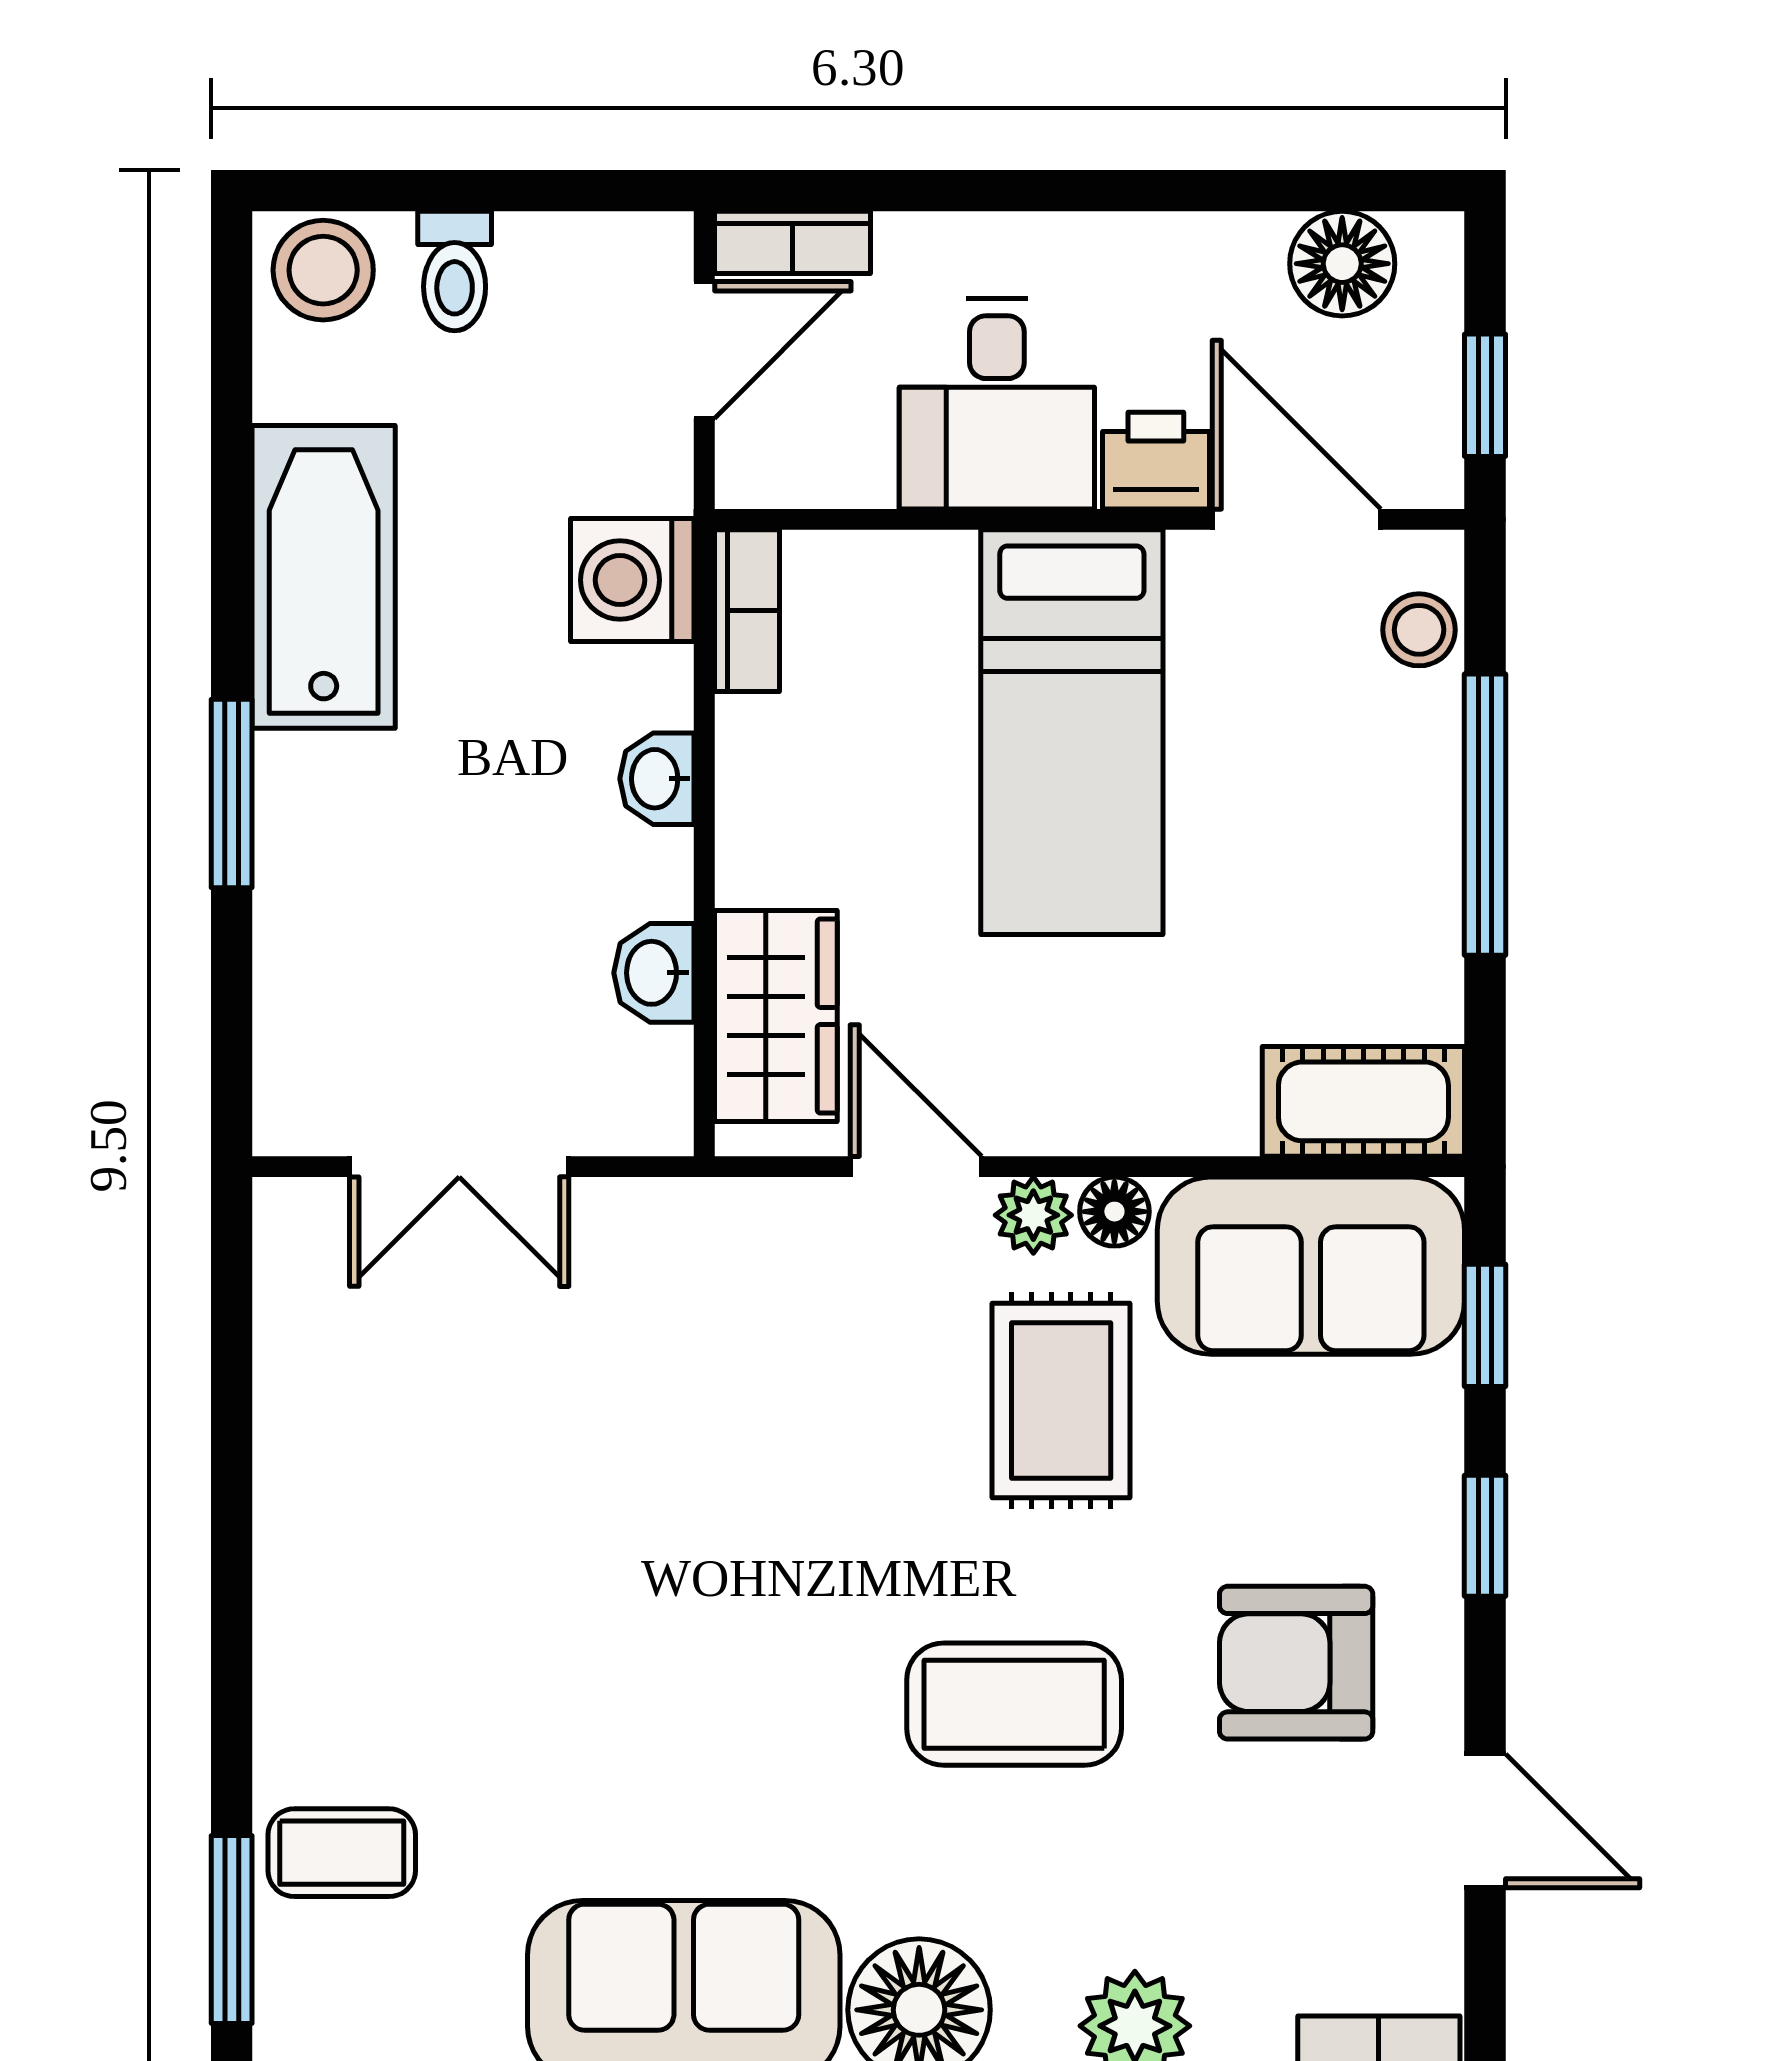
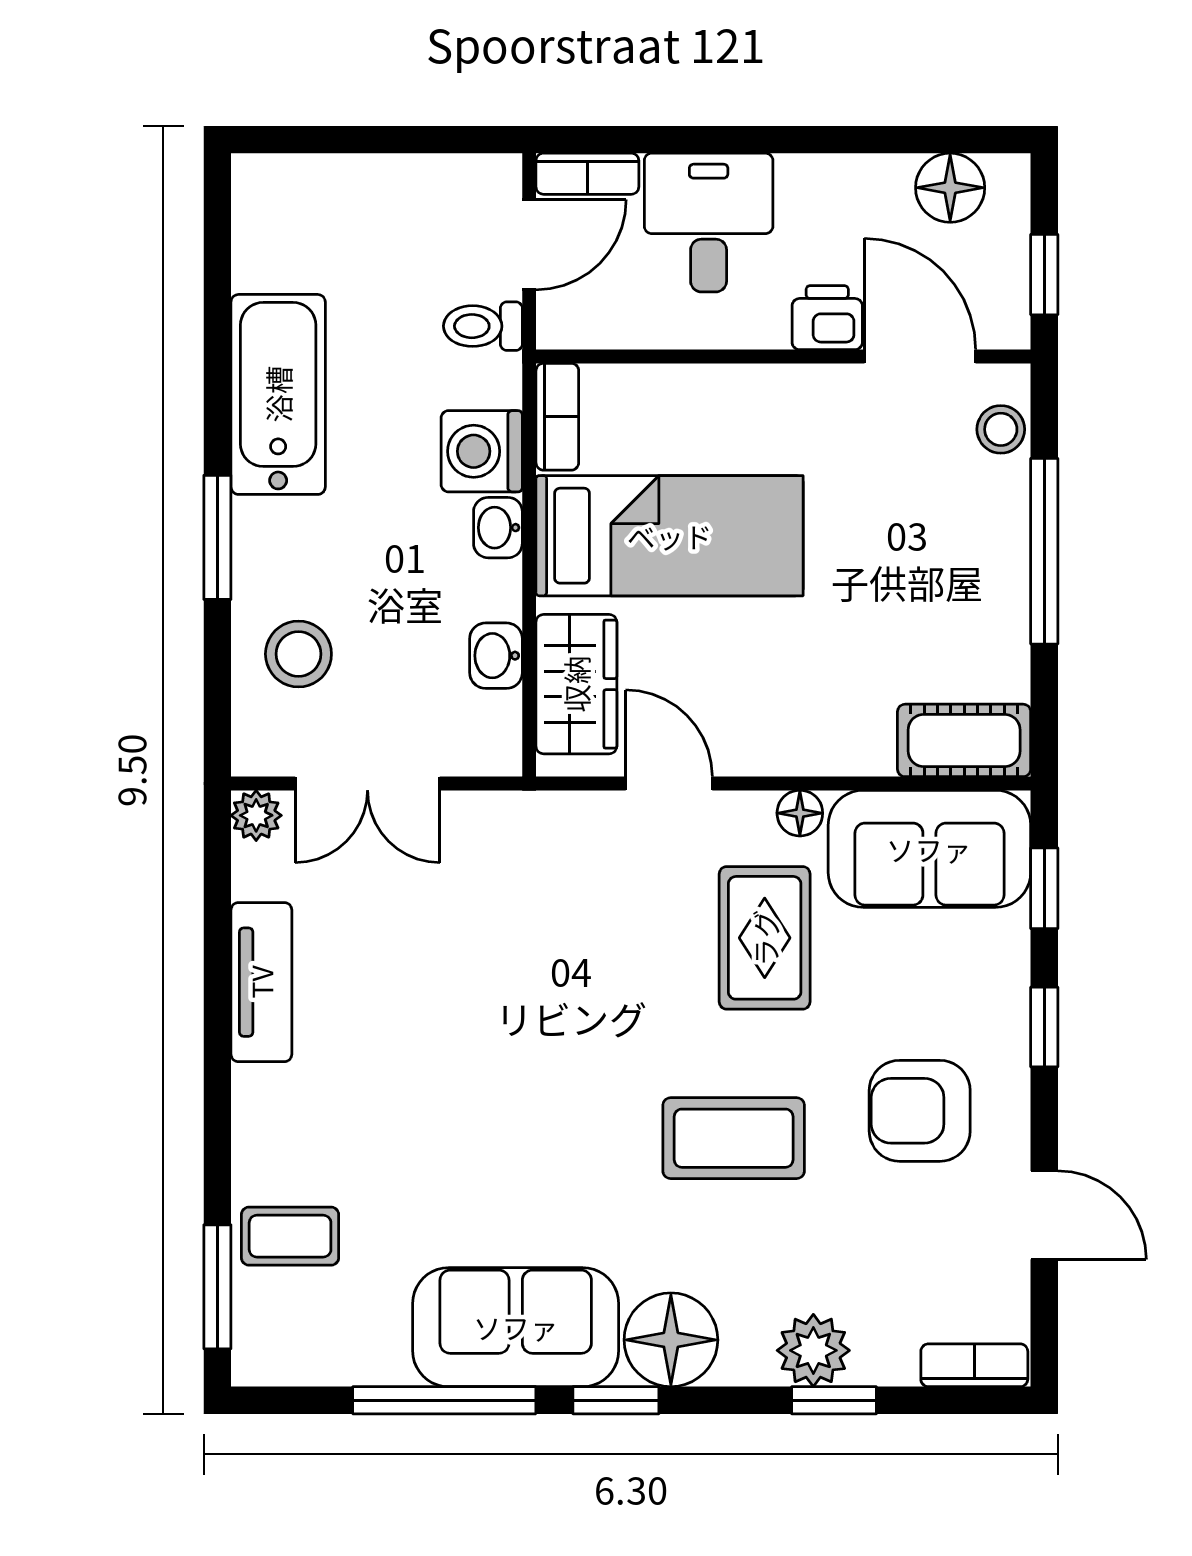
stool: (323, 270) -> (298, 654), moved
toilet: (455, 271) -> (483, 326), moved, turned 90
desk: (997, 404) -> (709, 223), moved, turned 180
washing machine: (632, 580) -> (482, 451), moved
bed: (1072, 732) -> (670, 536), moved, turned -90
plant: (1033, 1215) -> (256, 815), moved
tv unit: (298, 1468) -> (261, 982), added

